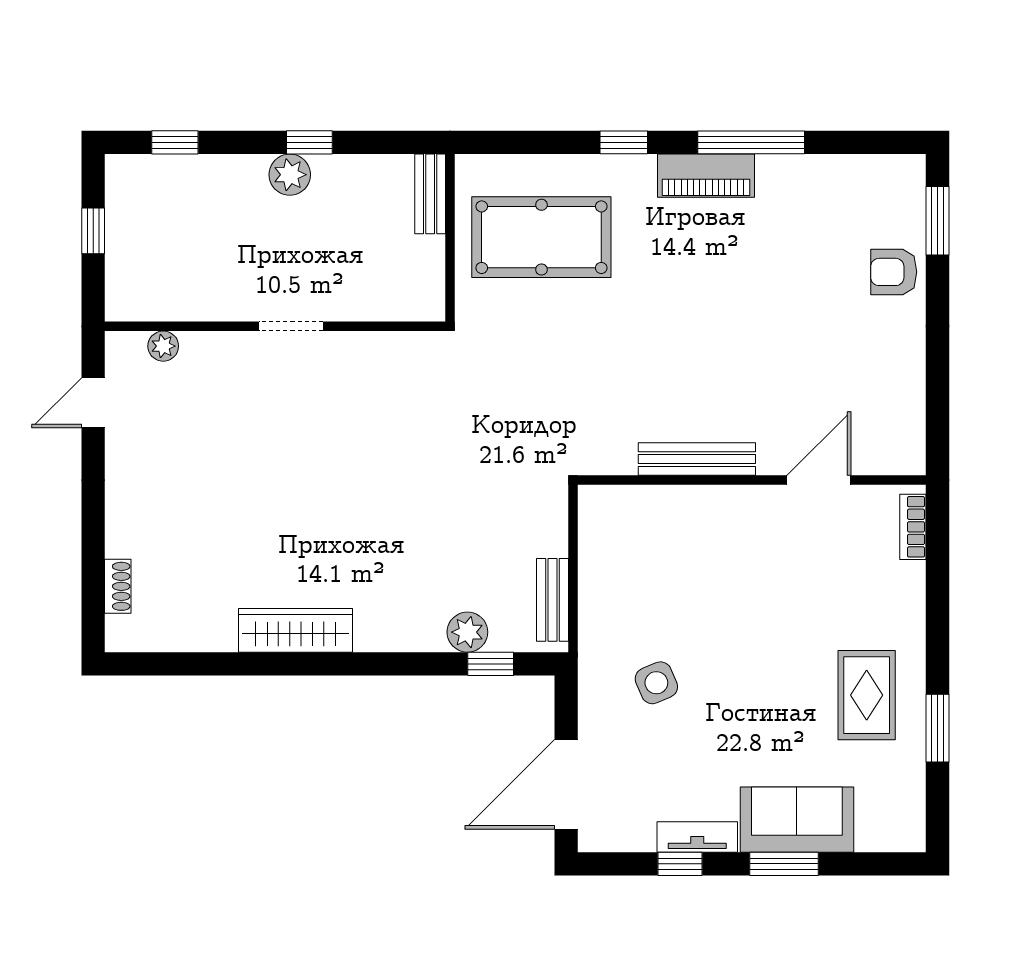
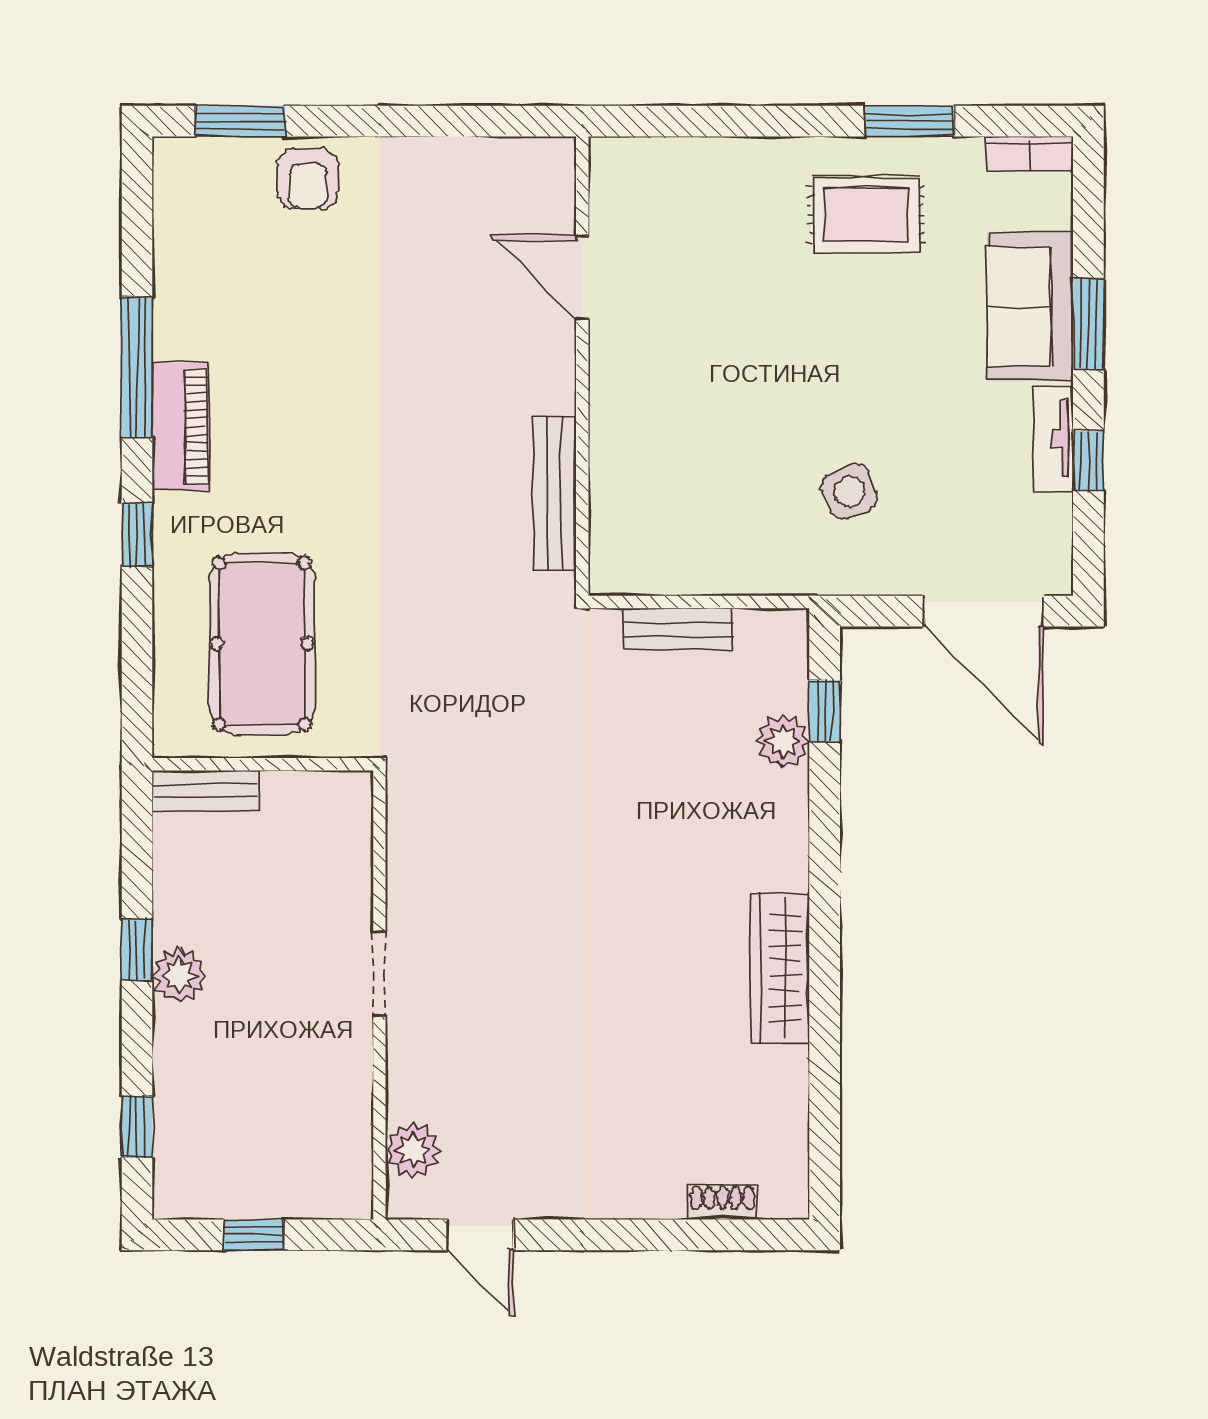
plant: (163, 346) -> (413, 1150), width x1.38, depth x1.38
bench: (697, 459) -> (555, 493), moved
bookcase: (913, 527) -> (1030, 154), moved
bench: (553, 600) -> (678, 629), moved

